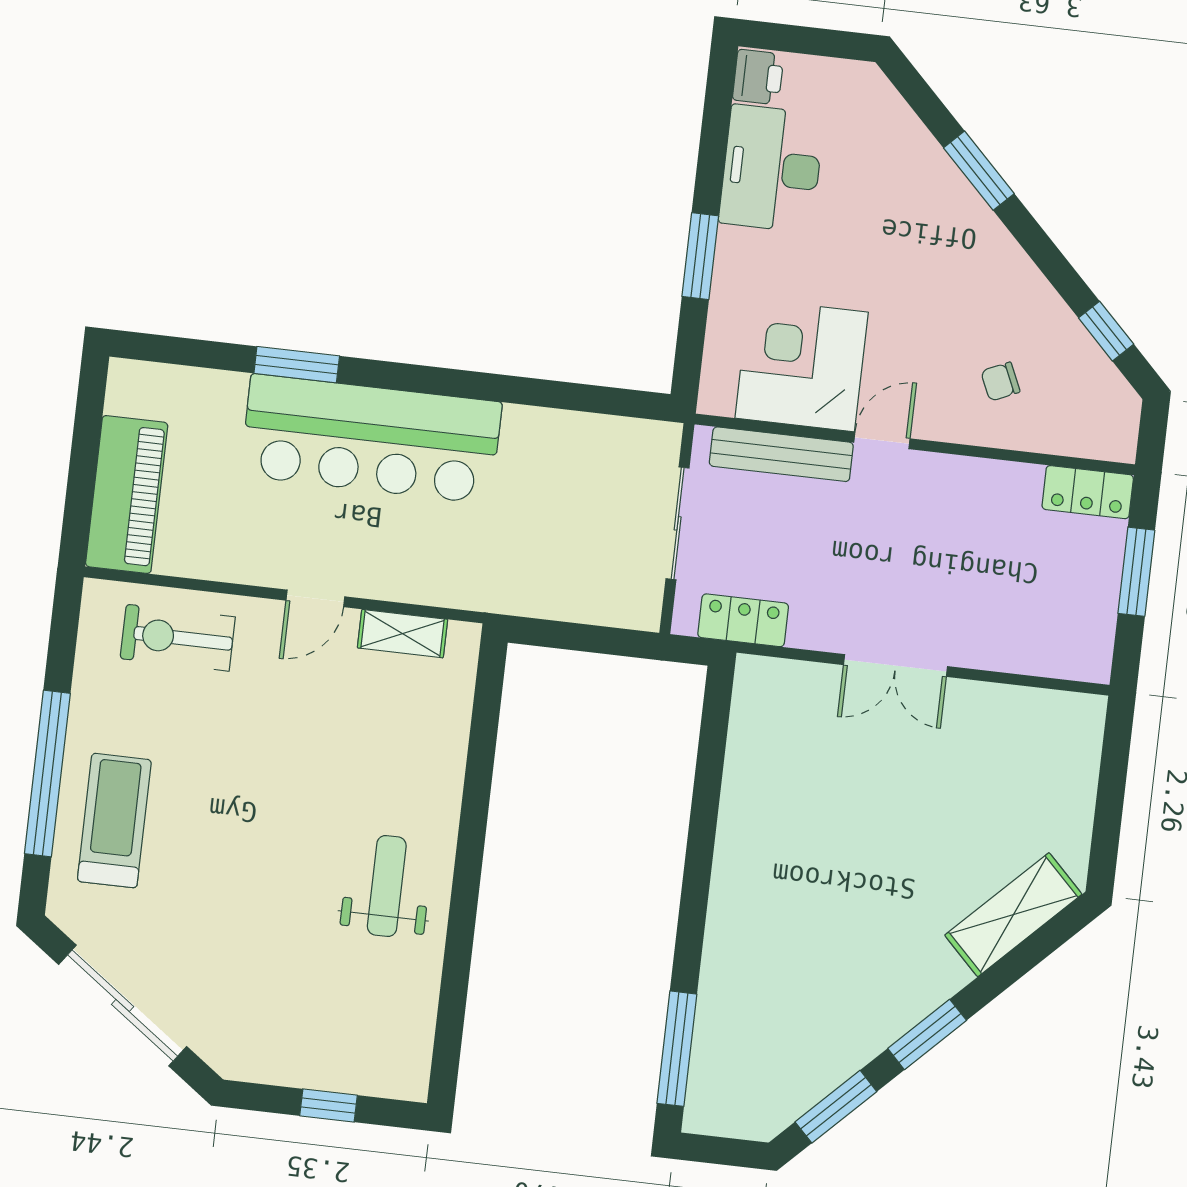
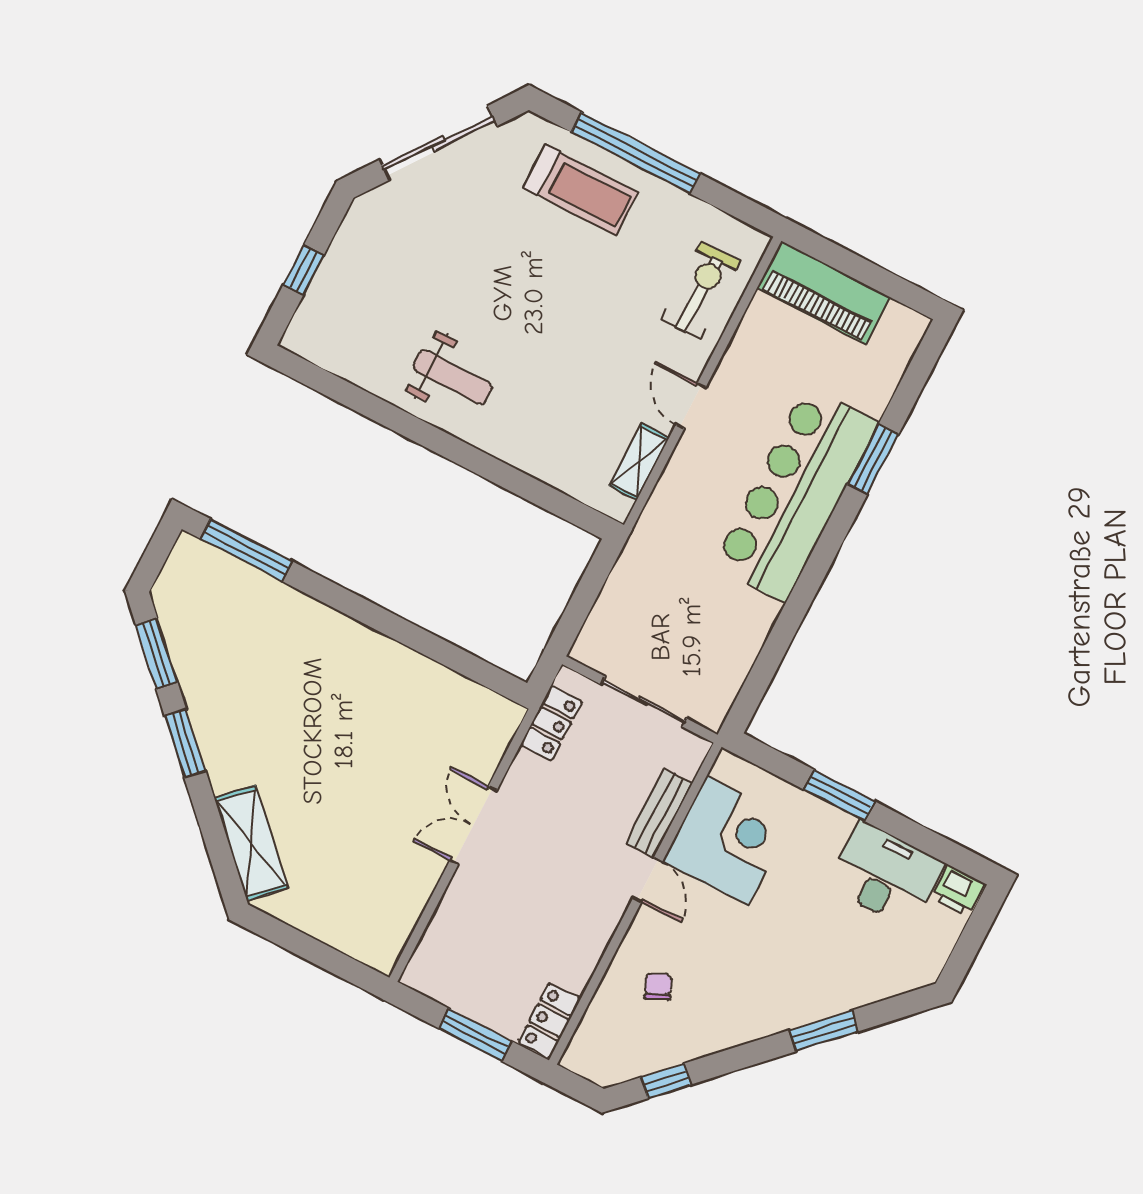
bench: (781, 454) -> (659, 813), width x0.73

